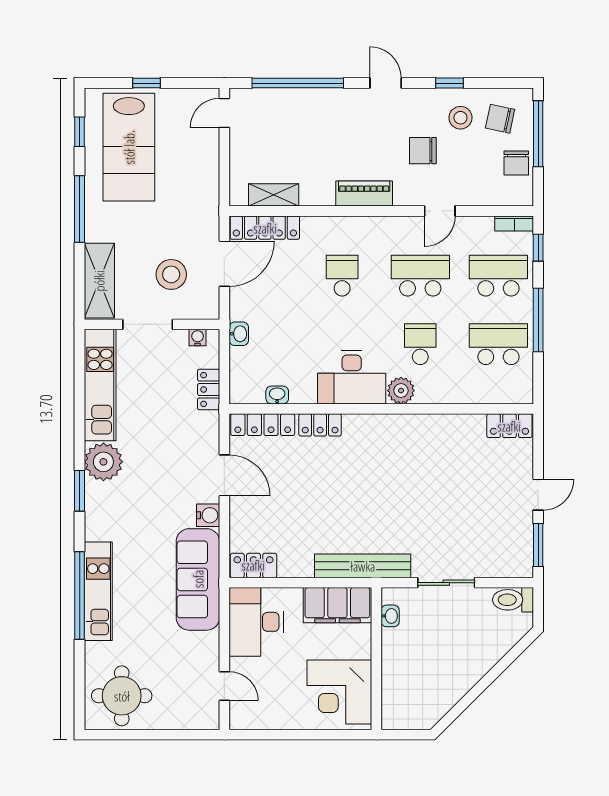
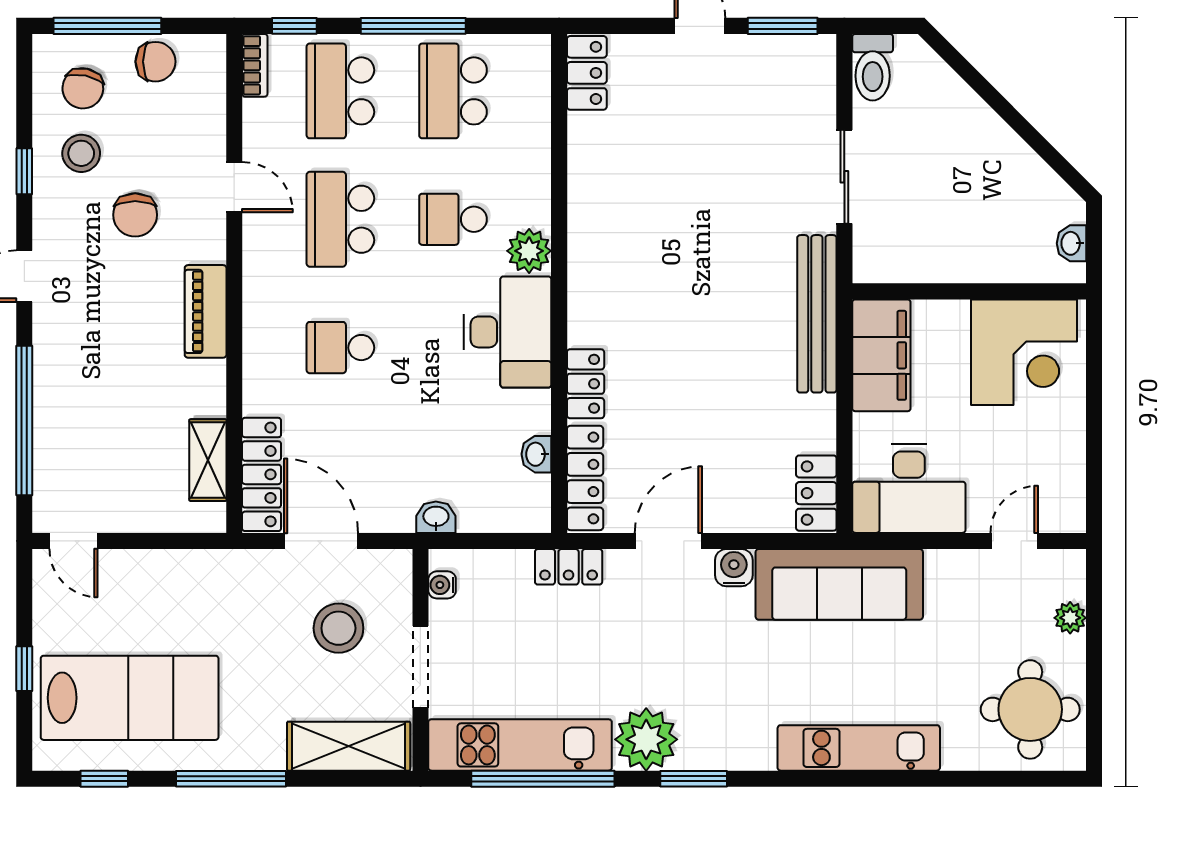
locker: (209, 389) -> (569, 567), moved
window: (80, 595) -> (543, 779), moved
washbasin: (390, 616) -> (1071, 243), moved, turned -90
plant: (178, 720) -> (1070, 618), added

